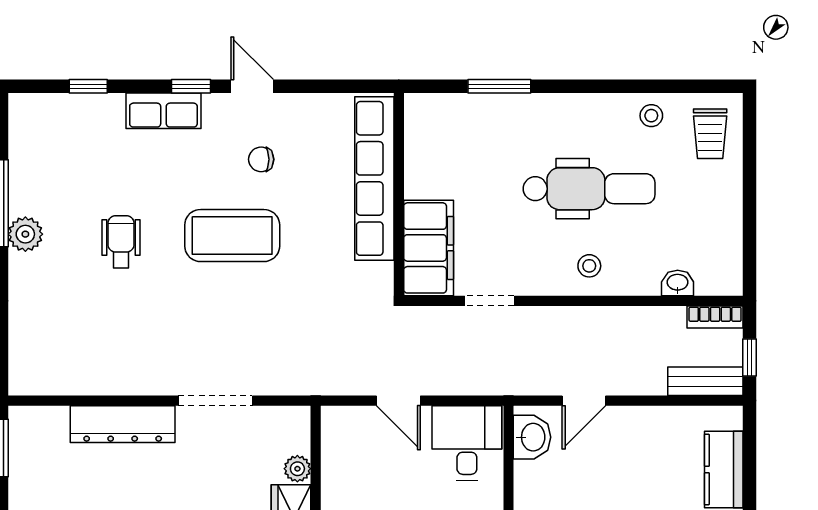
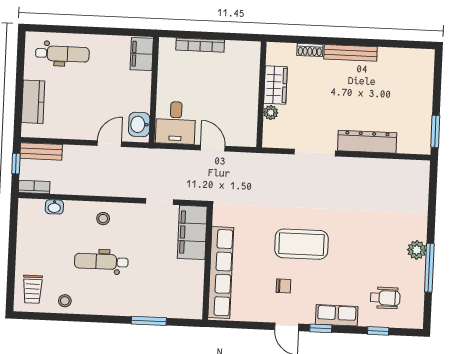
trolley: (710, 134) -> (33, 289), turned 180
dental chair: (589, 189) -> (101, 262), width x0.73, depth x0.72
wheelchair: (121, 242) -> (385, 298), moved, turned -90

